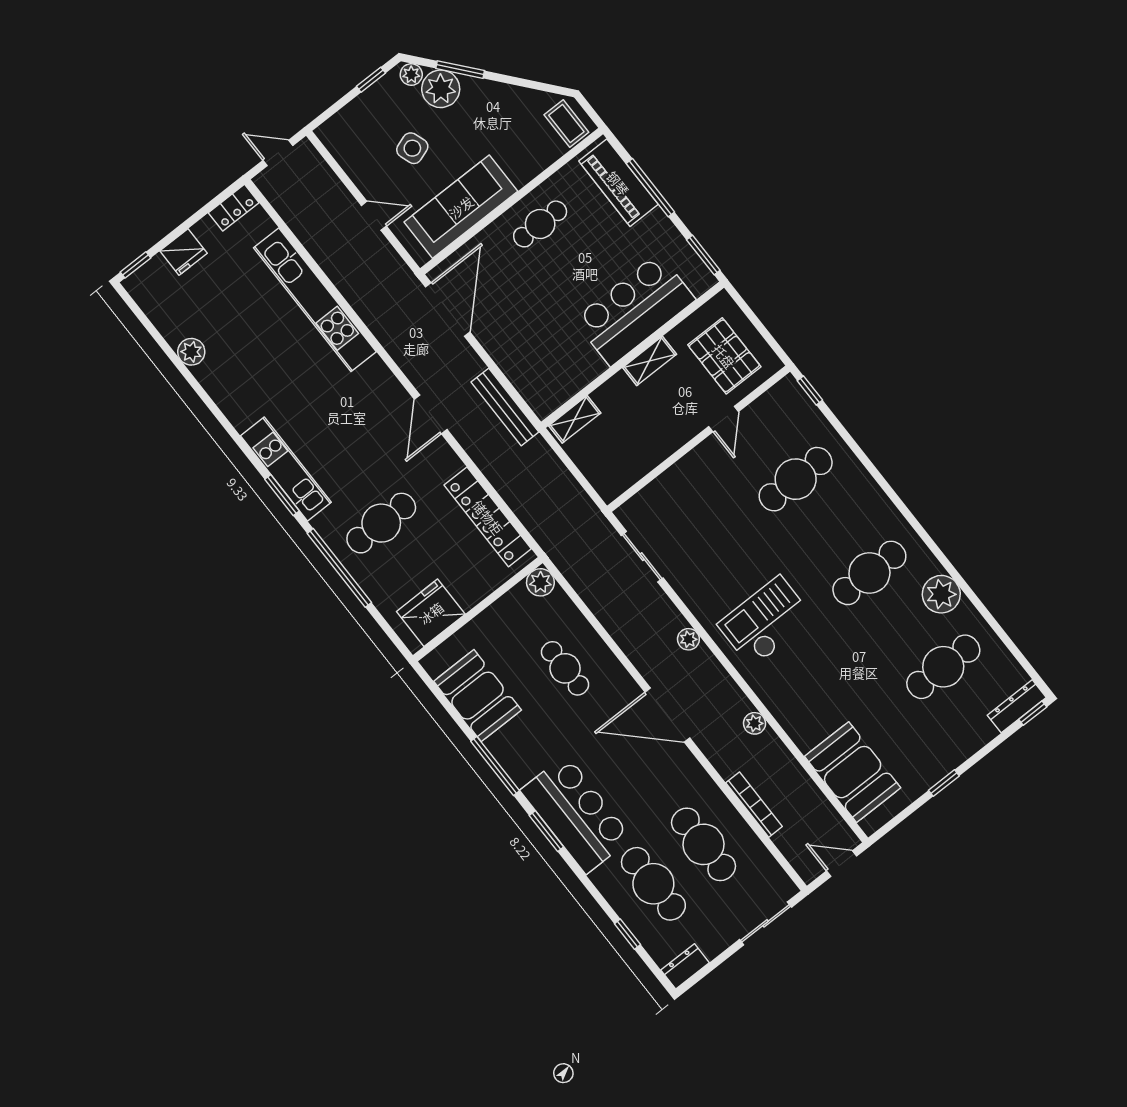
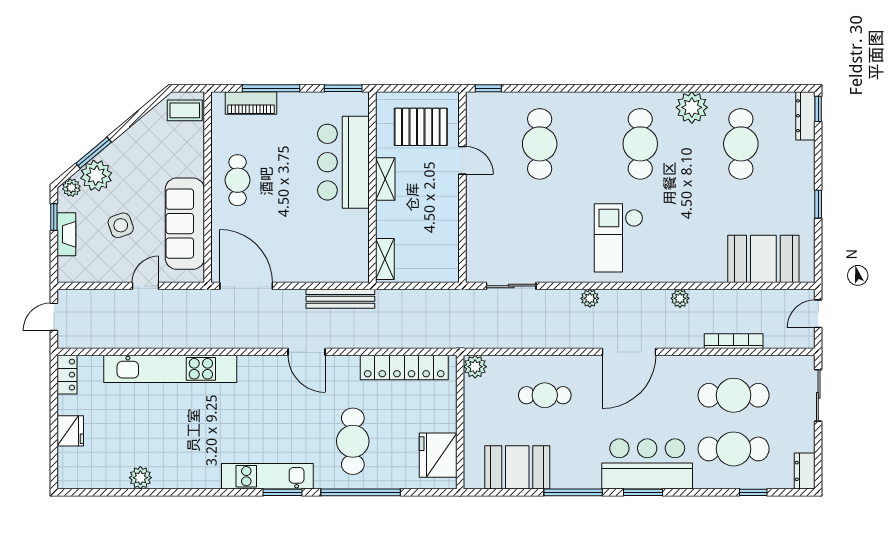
fireplace: (364, 104) -> (66, 234), added
piano: (618, 183) -> (251, 103), width x0.73, depth x0.75
window: (136, 265) -> (54, 469), removed

